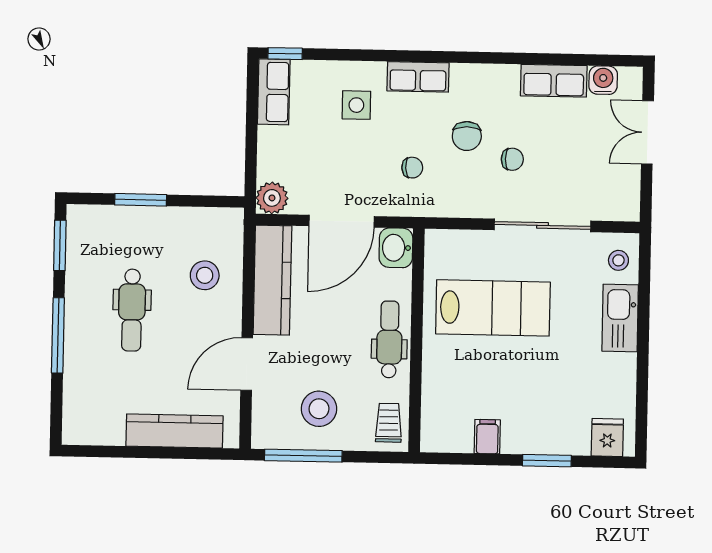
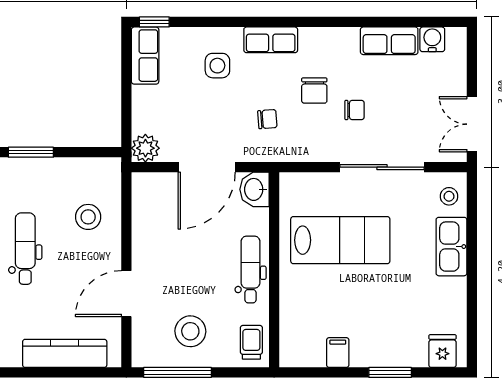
double door: (647, 132) -> (472, 124), moved
kitchen counter: (272, 280) -> (147, 220), removed
dental chair: (132, 310) -> (25, 249), turned 180

